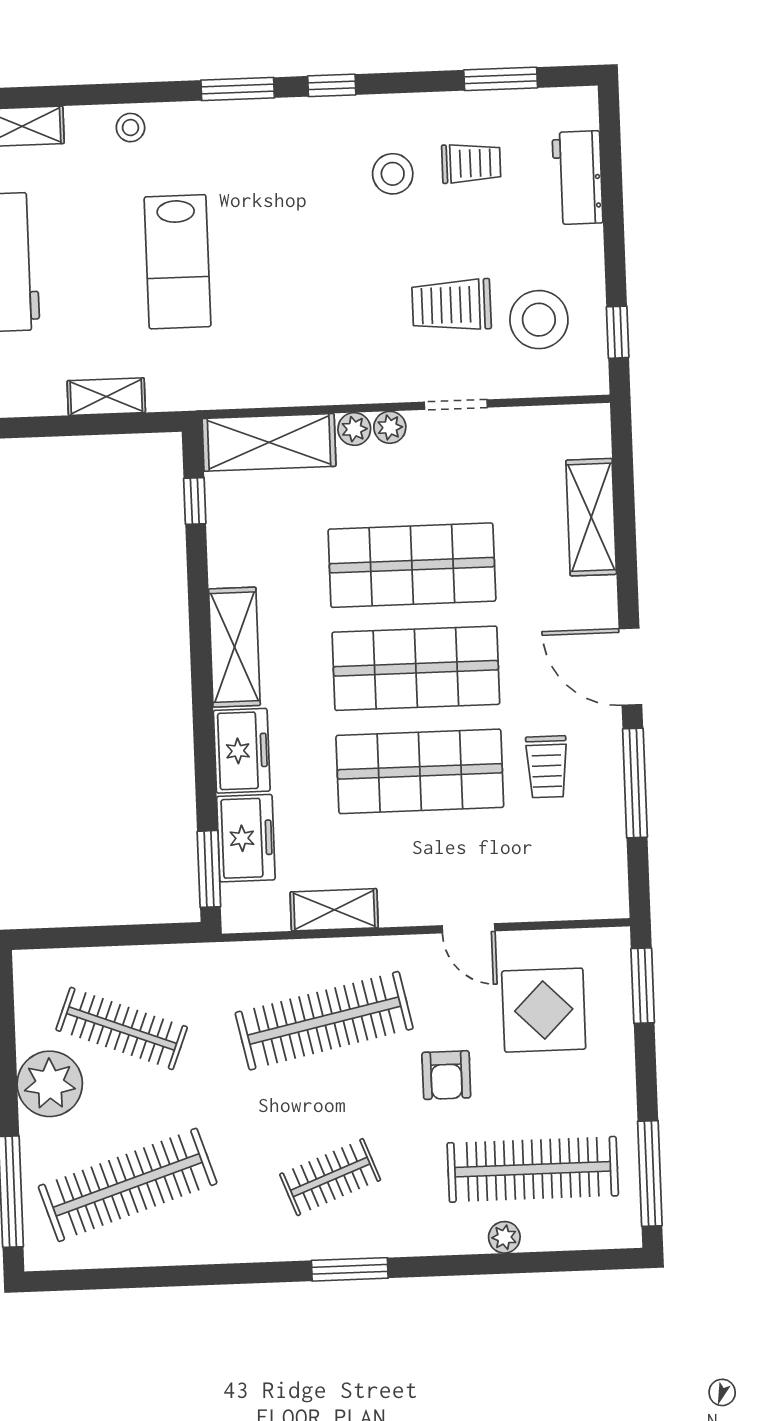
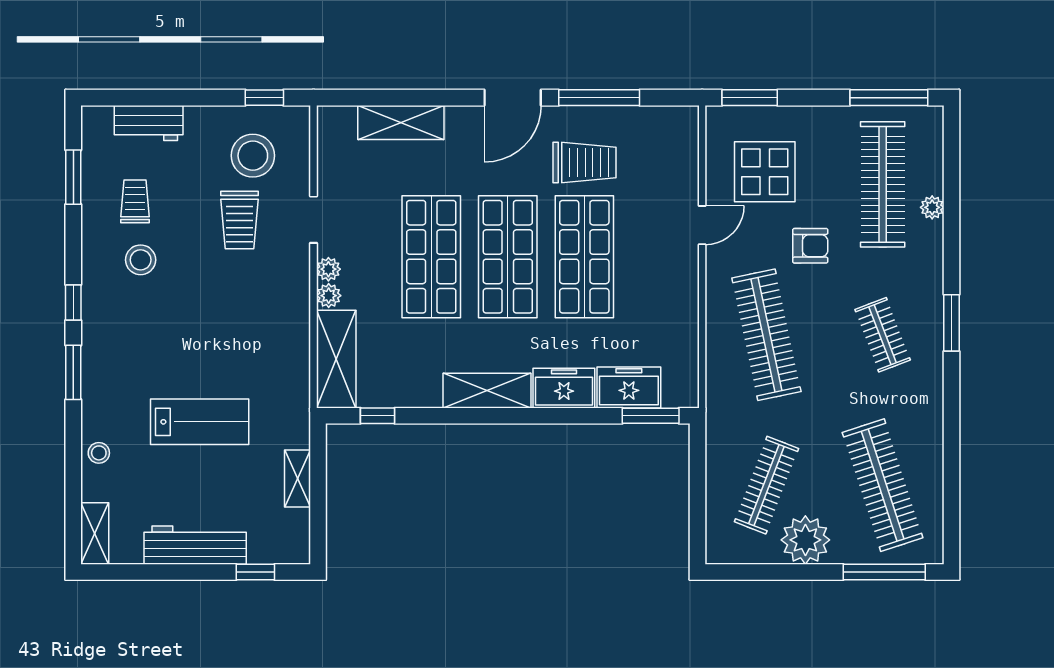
trolley: (547, 767) -> (585, 163), width x1.36, depth x1.39
shelving: (334, 910) -> (685, 324), removed

